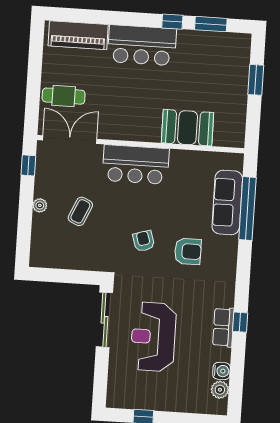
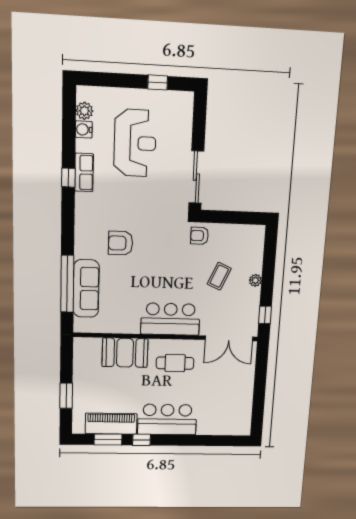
piano: (78, 35) -> (111, 424), moved
cafe table: (64, 96) -> (175, 363), moved
armchair: (144, 241) -> (200, 236), moved, turned 107
reception desk: (153, 337) -> (135, 143), moved

